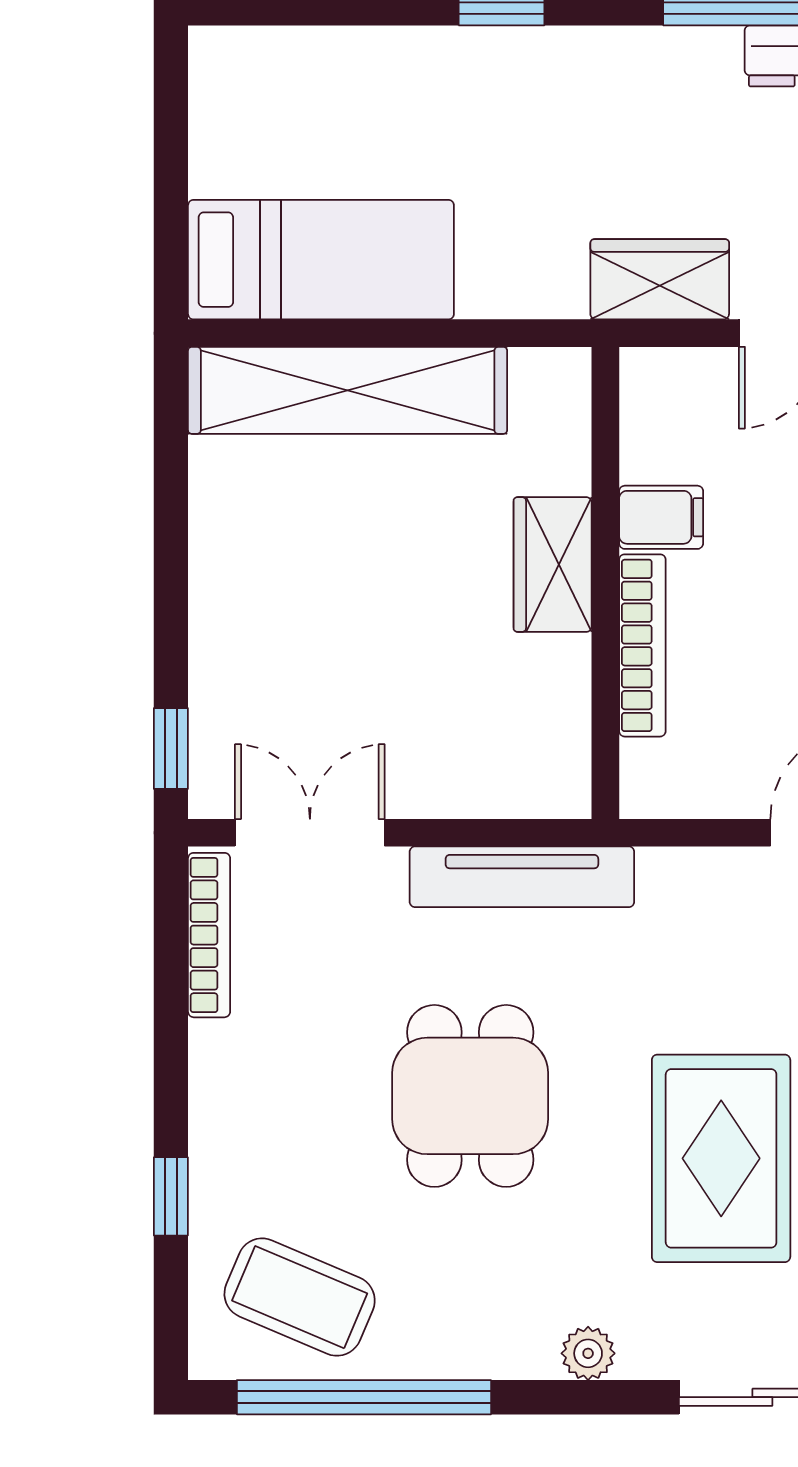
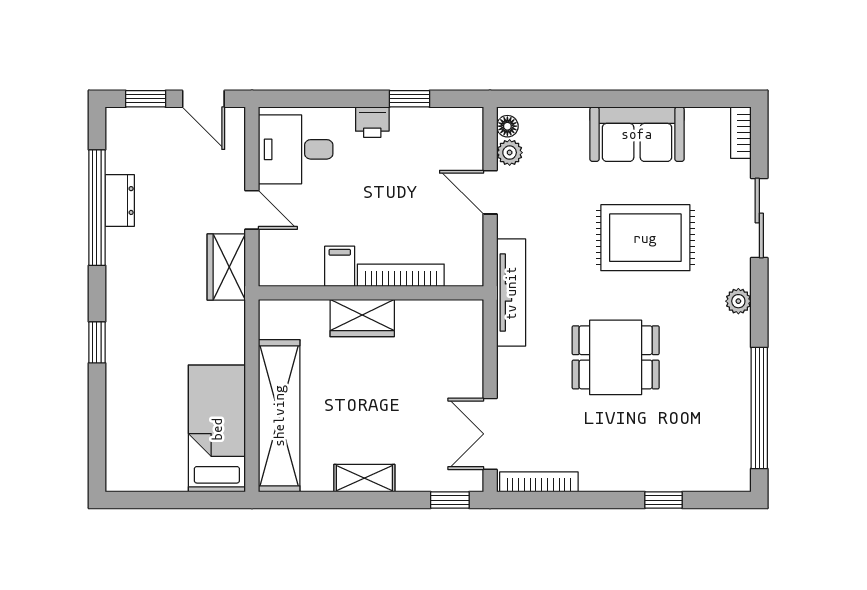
shelving: (217, 569) -> (364, 478), added
tv unit: (522, 877) -> (511, 293), moved
coffee table: (300, 1297) -> (712, 439), removed

